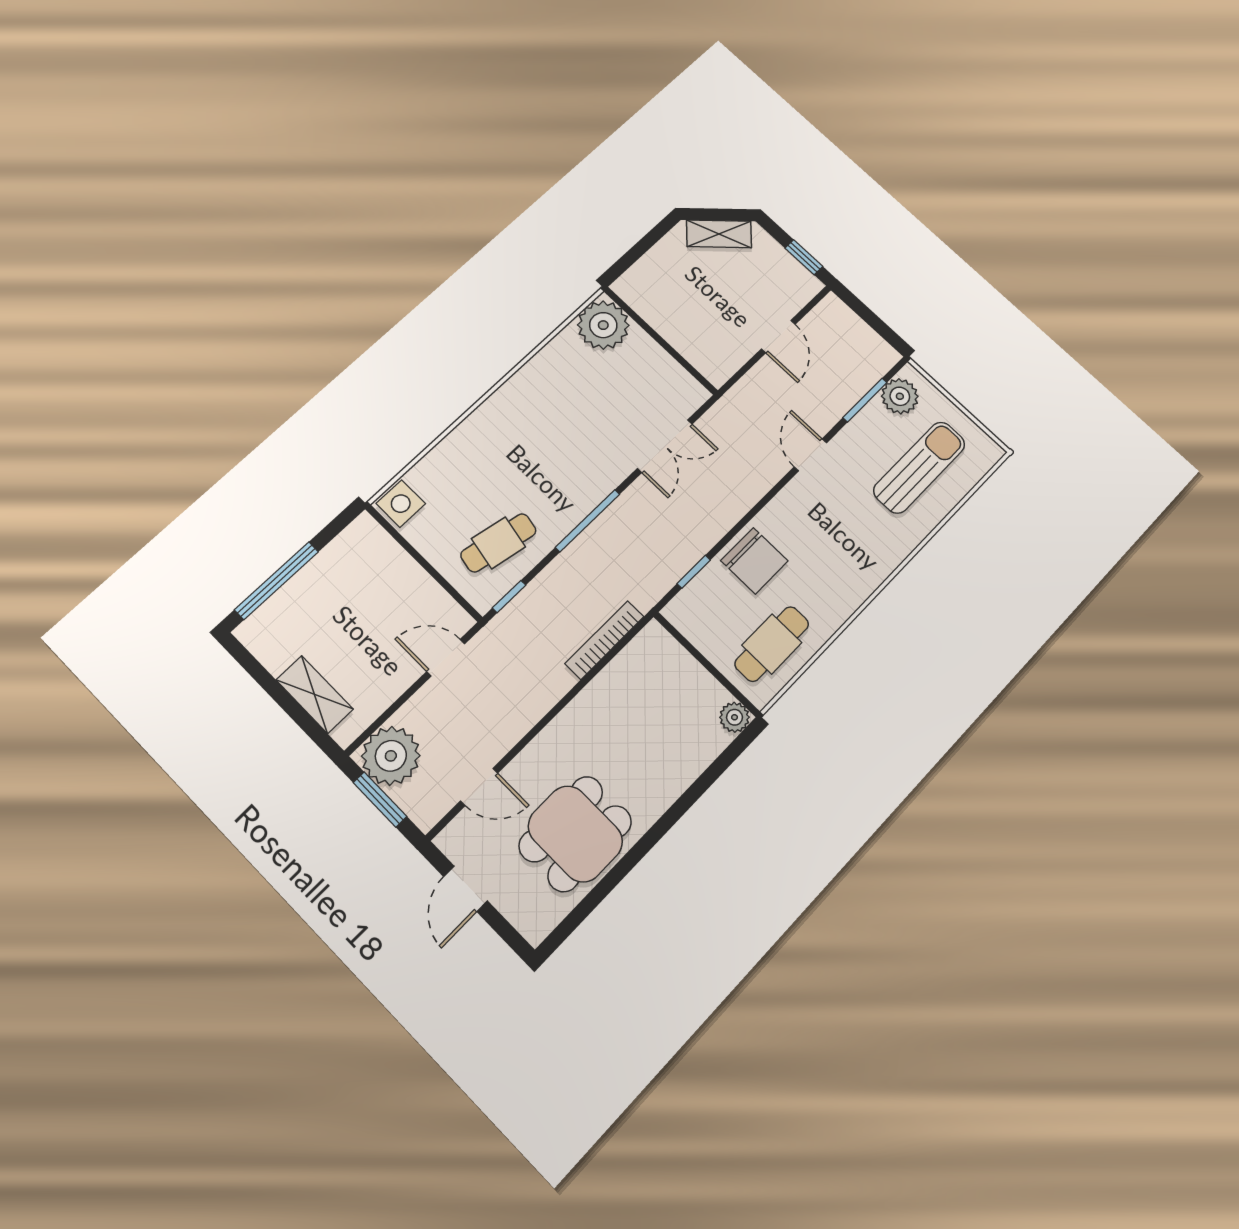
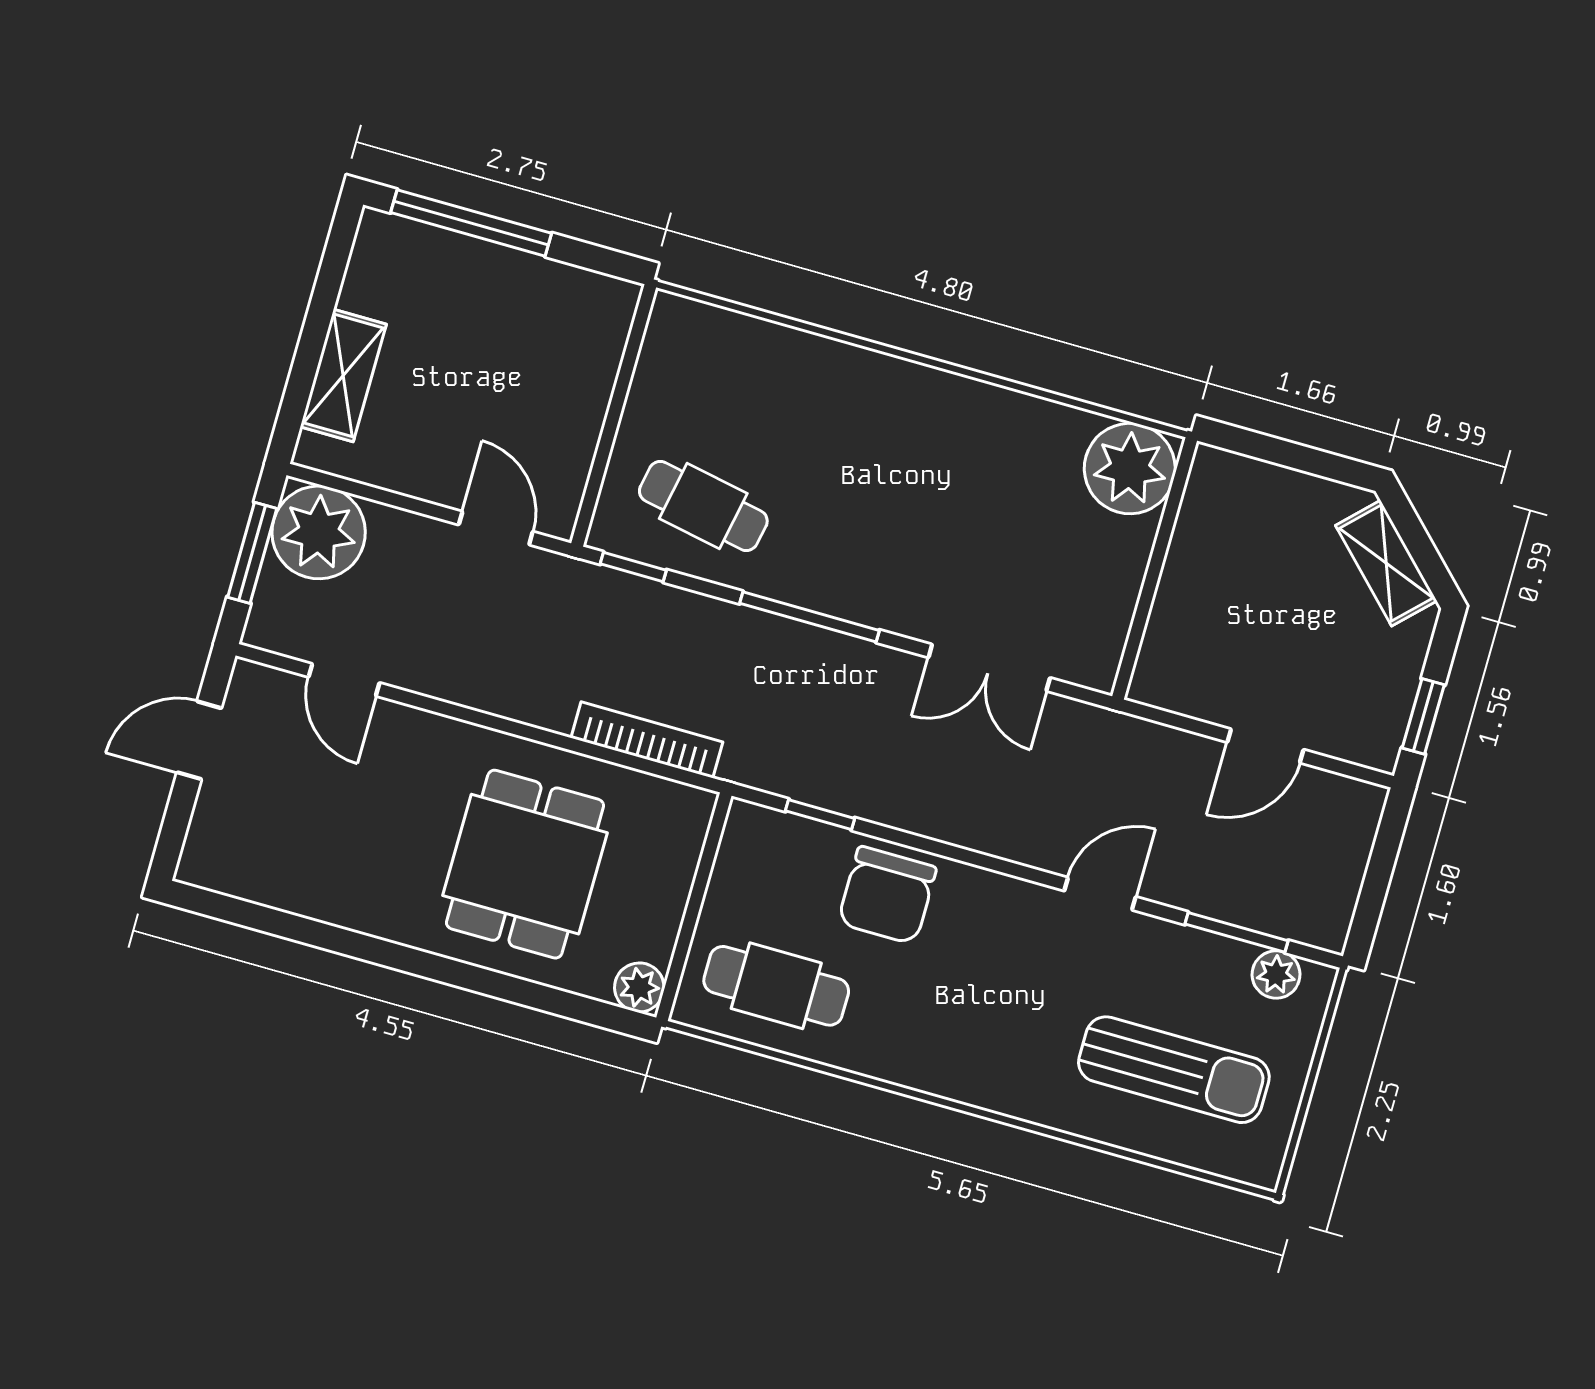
plant: (900, 396) -> (1276, 974), width x0.73, depth x0.73
side table: (401, 504) -> (682, 330), removed
dining table: (575, 834) -> (525, 864), moved, turned 90

